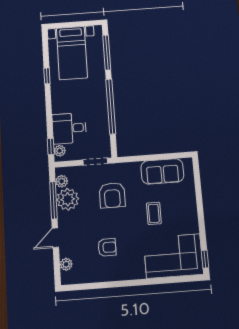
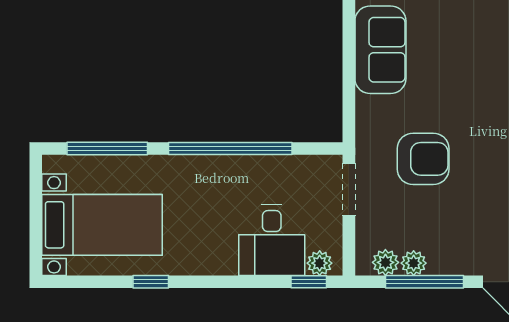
plant: (68, 199) -> (414, 263), width x0.53, depth x0.53
coffee table: (154, 213) -> (468, 75), removed

